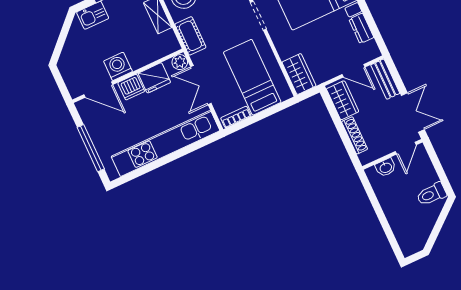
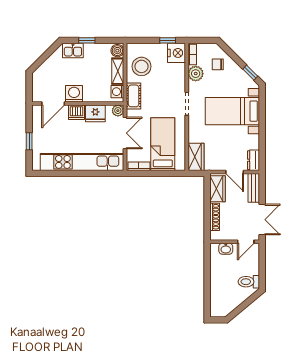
dresser: (361, 28) -> (253, 160), moved
washing machine: (169, 40) -> (117, 92), added
double door: (201, 85) -> (125, 133), swing flipped
door: (98, 90) -> (53, 103), hinge flipped
window: (91, 148) -> (29, 141), width x0.46

